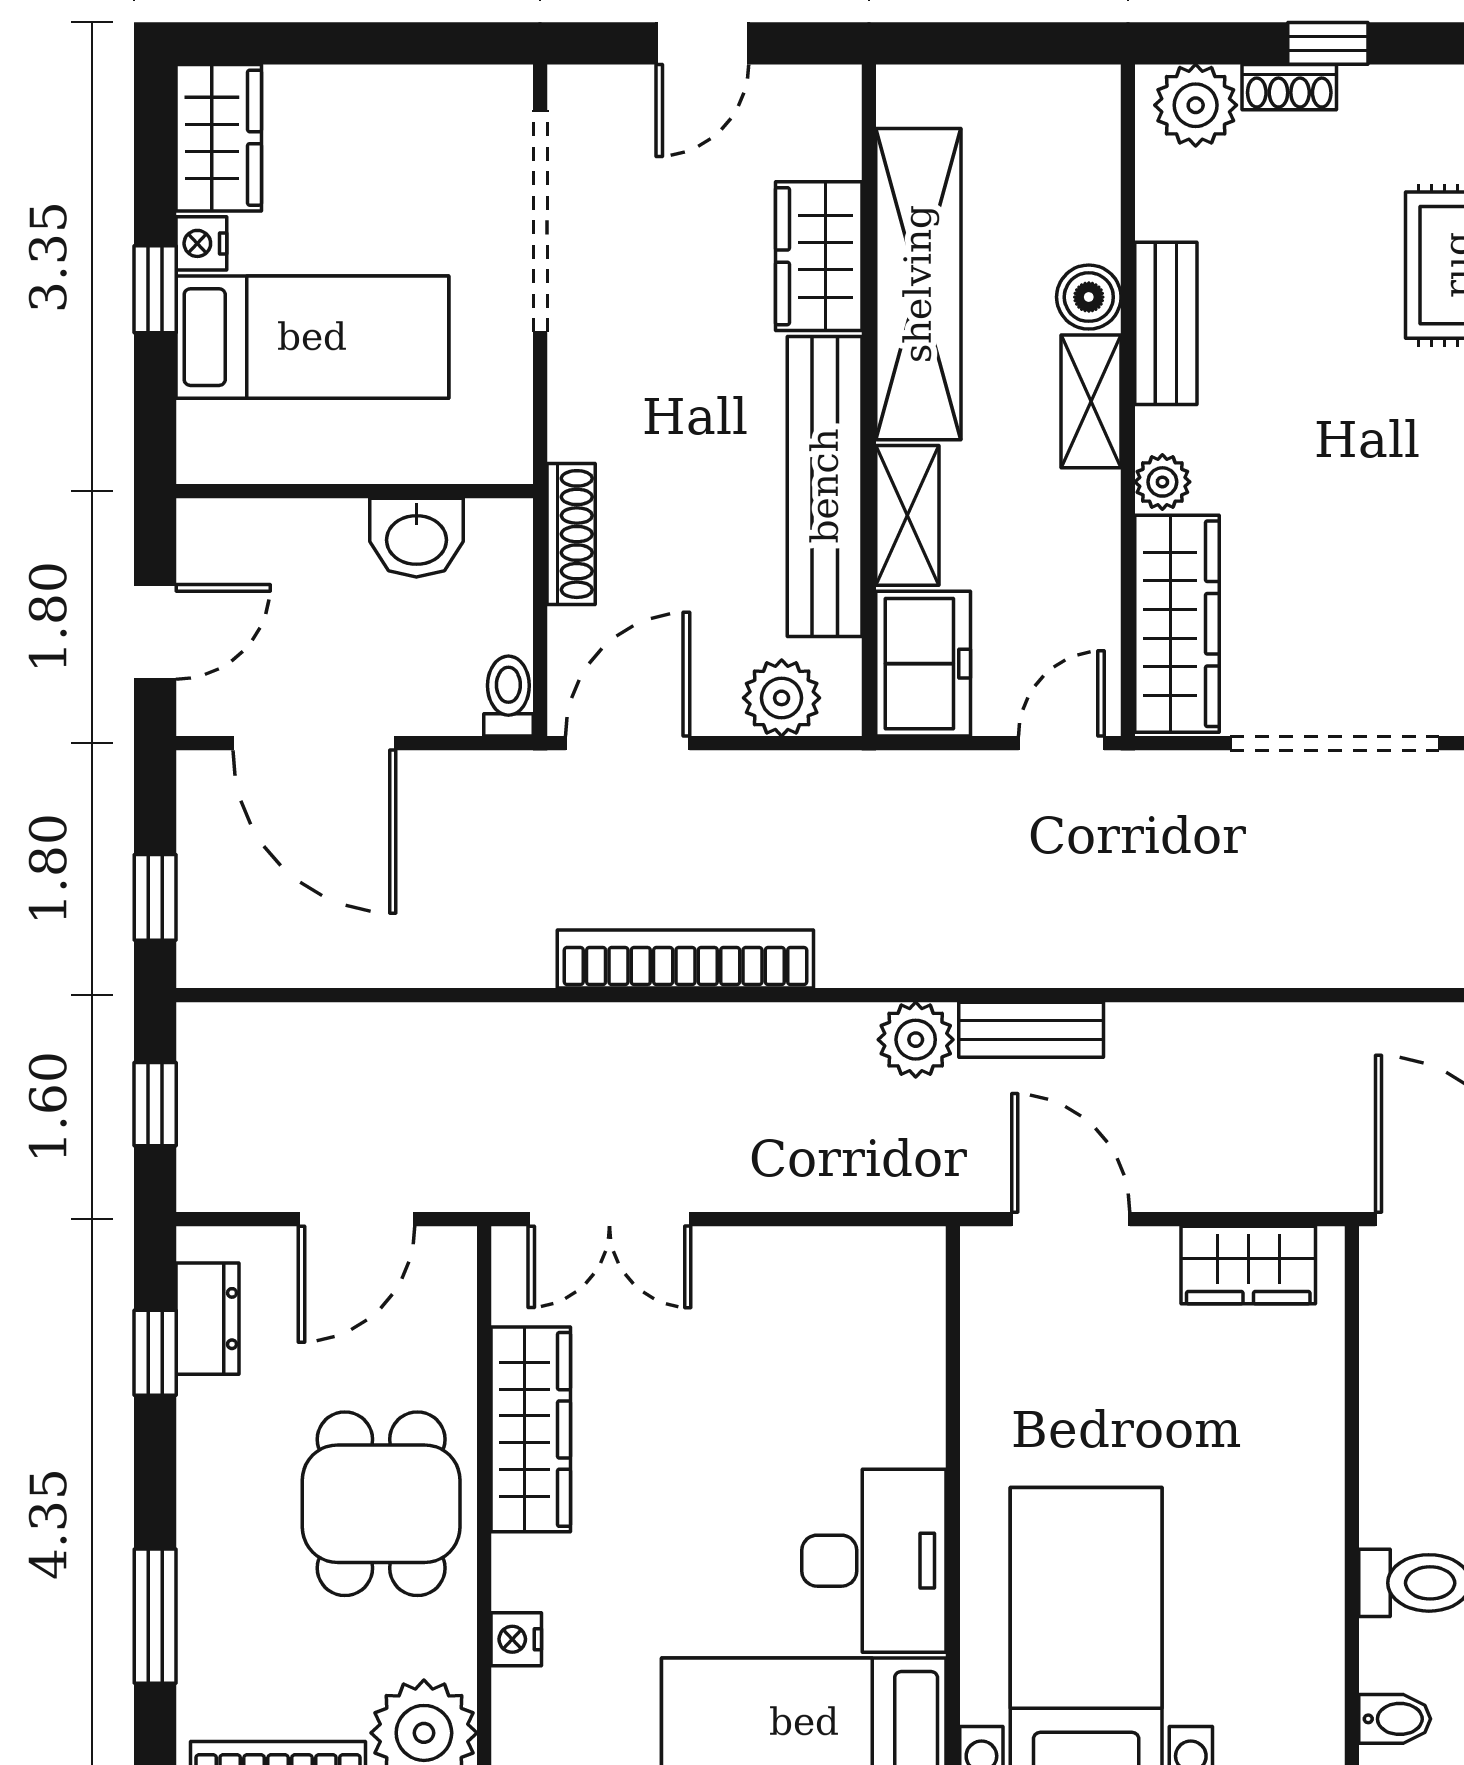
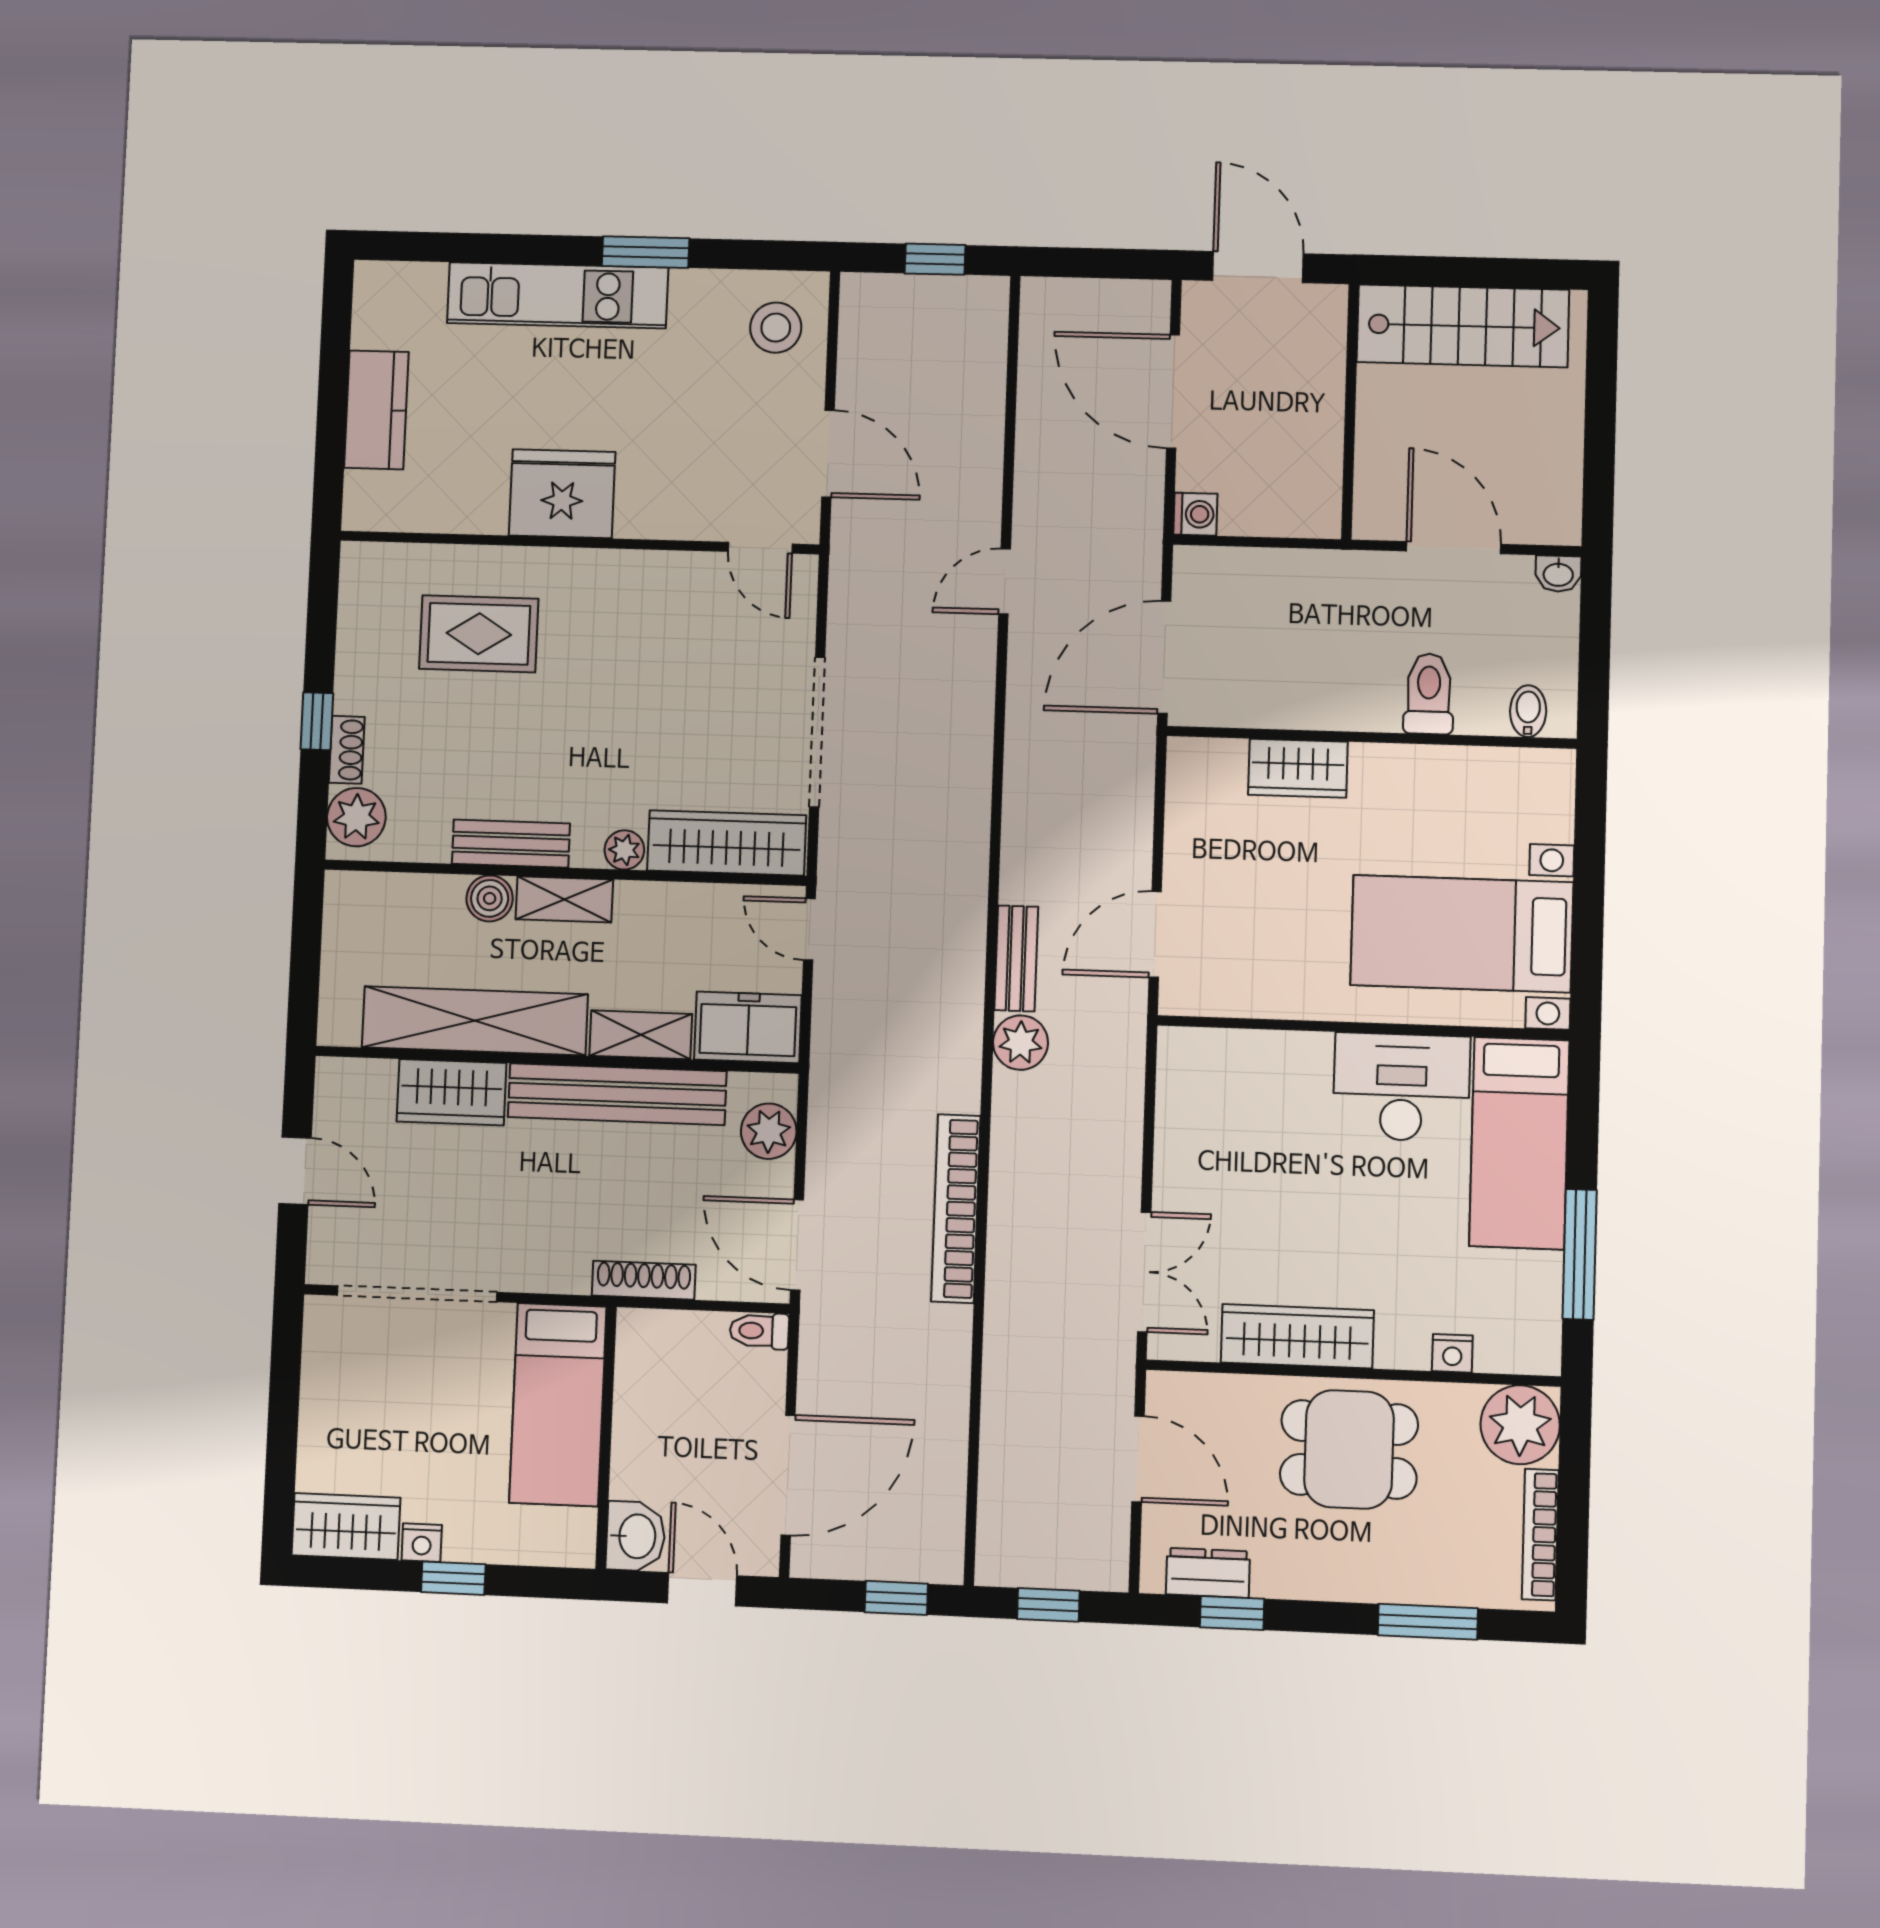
bed: (312, 337) -> (558, 1405), moved, turned 180
washbasin: (416, 538) -> (636, 1536), moved
wardrobe: (1248, 1265) -> (1298, 768), moved, turned 90

